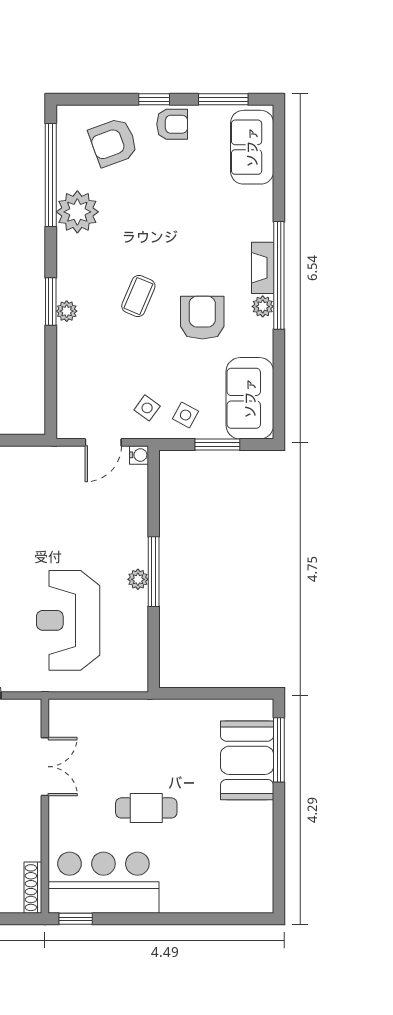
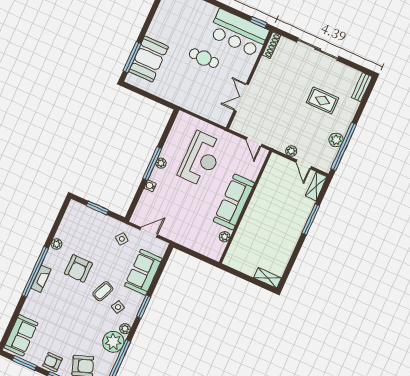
plant: (263, 306) -> (57, 244), moved
plant: (67, 311) -> (125, 329), moved
sofa: (250, 398) -> (143, 272), moved, turned 180
side table: (186, 415) -> (118, 307), moved
water cooler: (139, 455) -> (150, 186), moved

